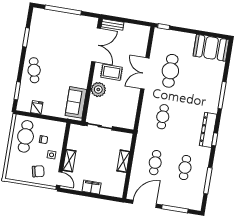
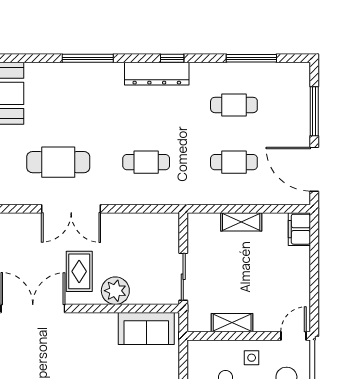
shelving: (69, 161) -> (232, 323), moved
filing cabinet: (92, 187) -> (299, 229), moved

